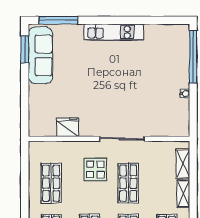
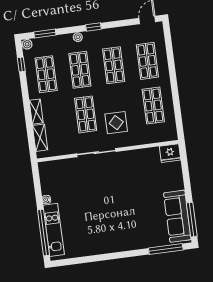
kitchen unit: (114, 32) -> (54, 230), moved, turned 90
window: (25, 49) -> (192, 220), width x1.44
fridge: (67, 127) -> (170, 153), moved

